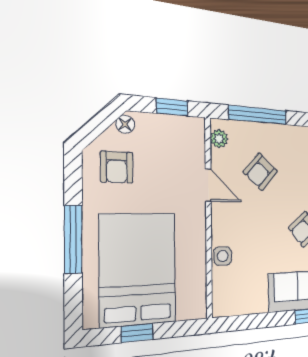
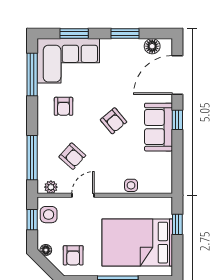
side table: (180, 133) -> (49, 215), added
armchair: (117, 167) -> (73, 255), turned 90
window: (137, 333) -> (177, 224), moved

